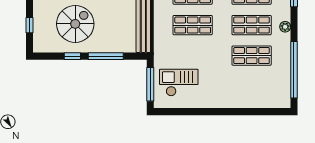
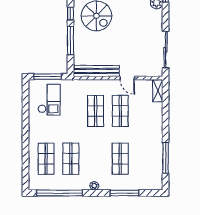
shop shelf: (252, 25) -> (46, 159), moved

